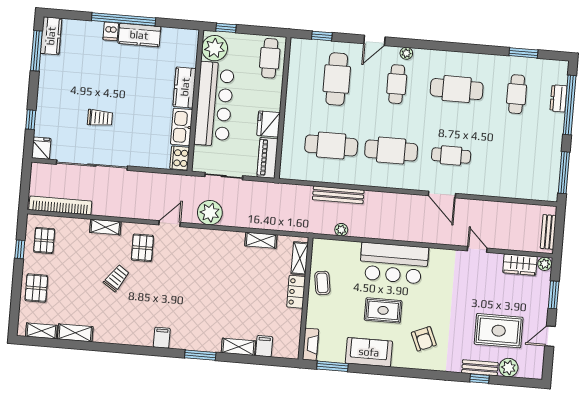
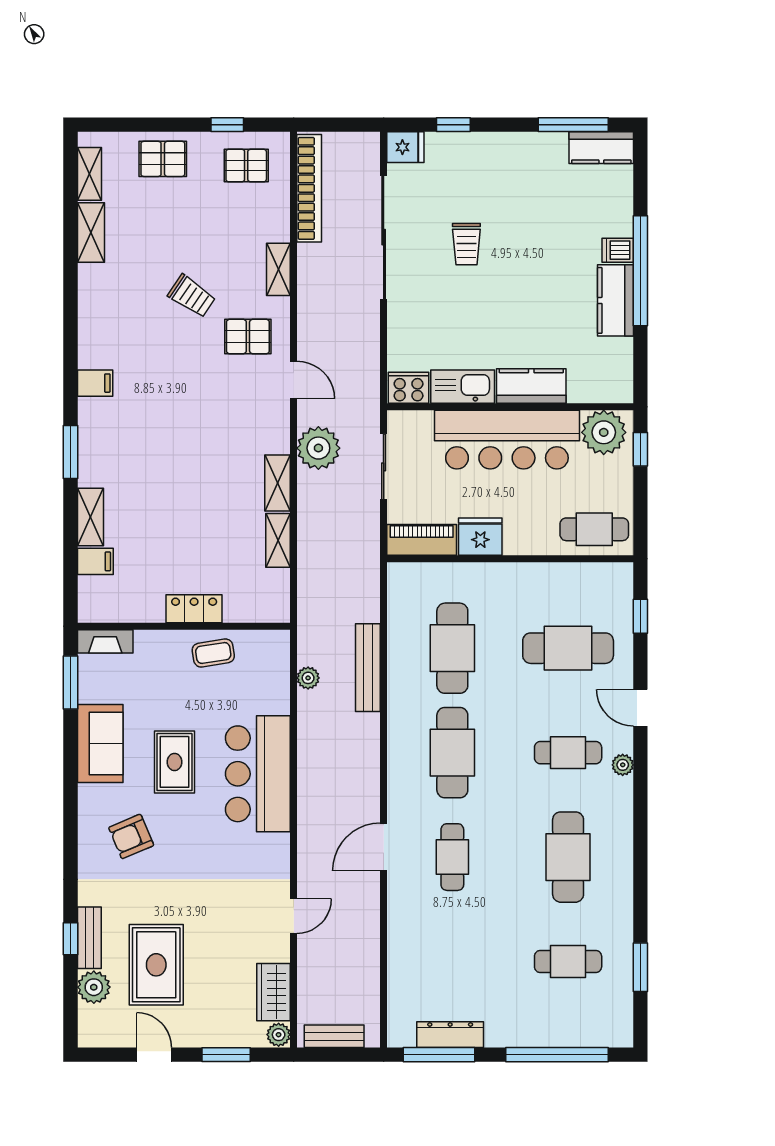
dresser: (558, 98) -> (450, 1035), moved, width x1.44
shelving: (300, 258) -> (277, 483), moved, turned 90

